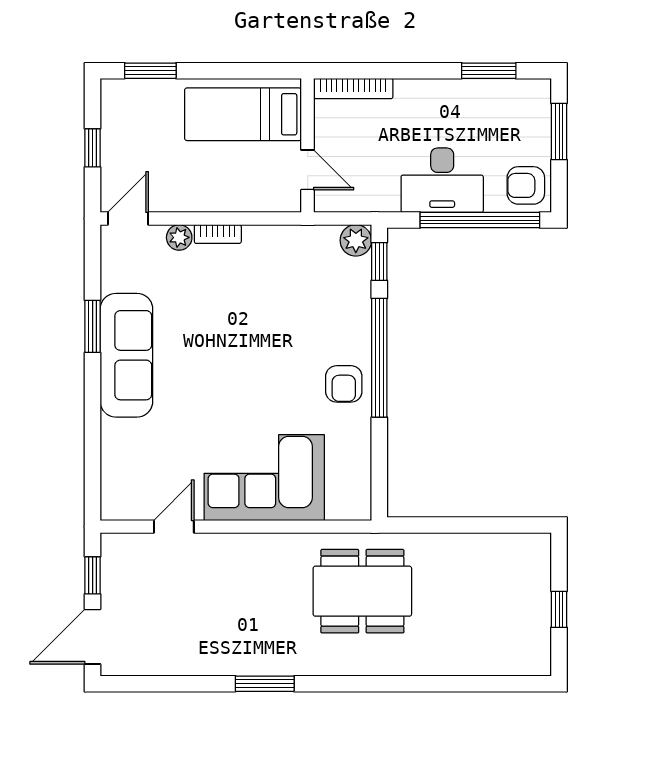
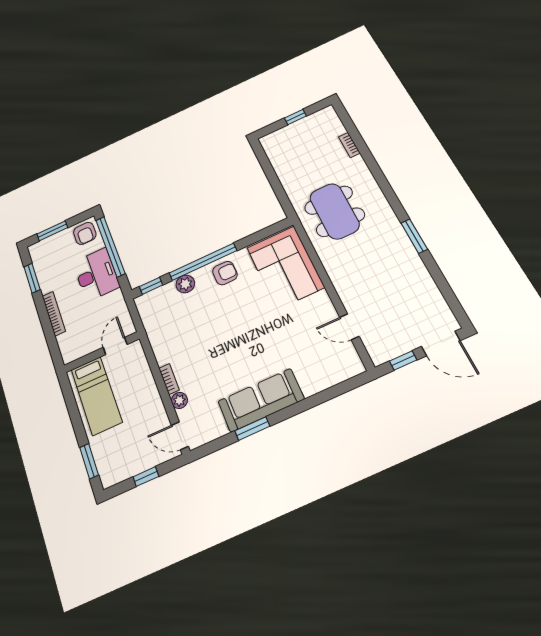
bookcase: (353, 88) -> (54, 314), moved
plant: (356, 240) -> (185, 284), moved
corner sofa: (264, 478) -> (285, 267), moved
bookcase: (463, 667) -> (349, 145), added

